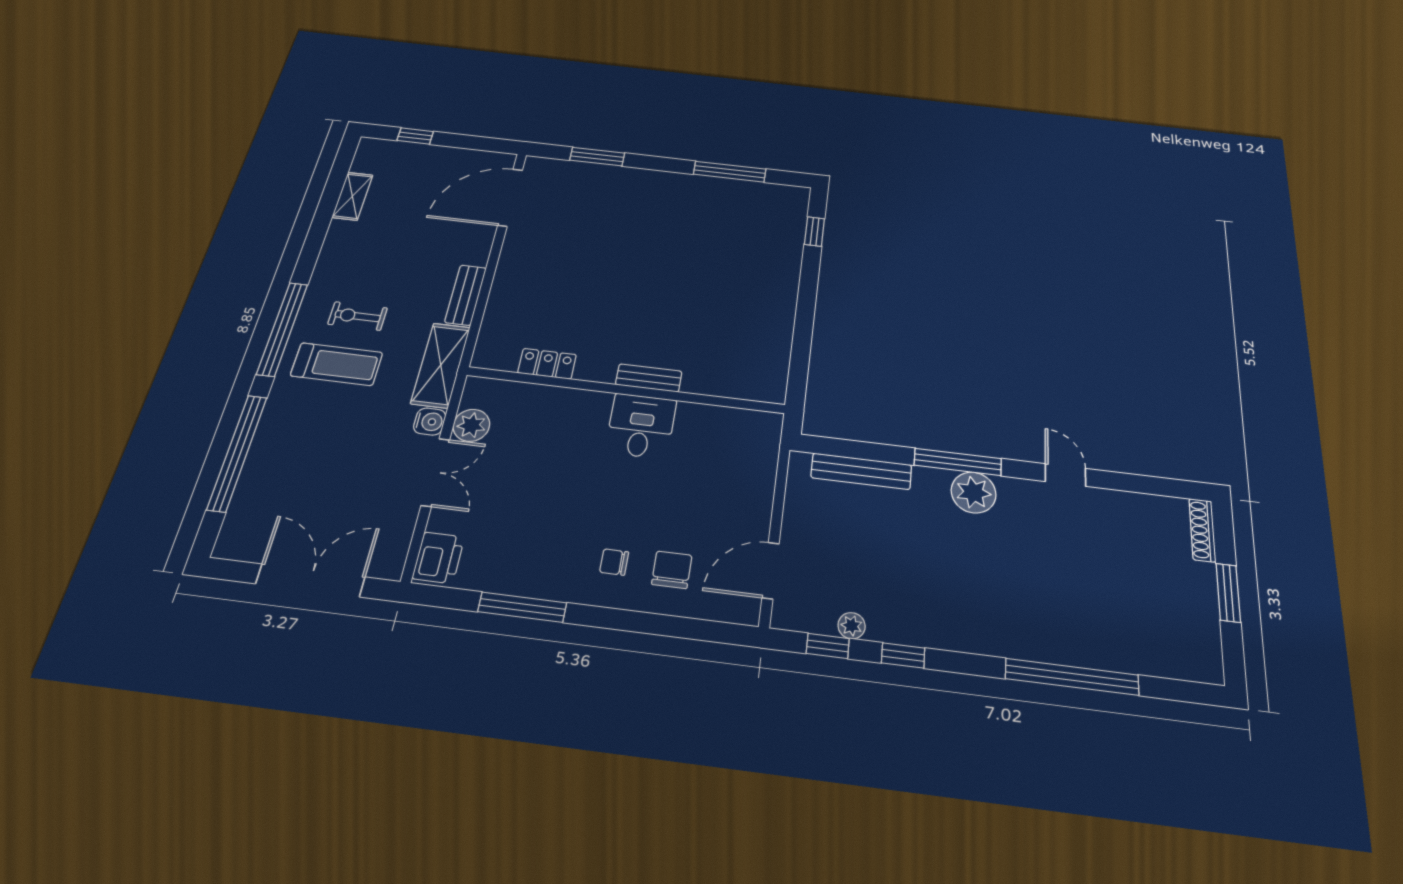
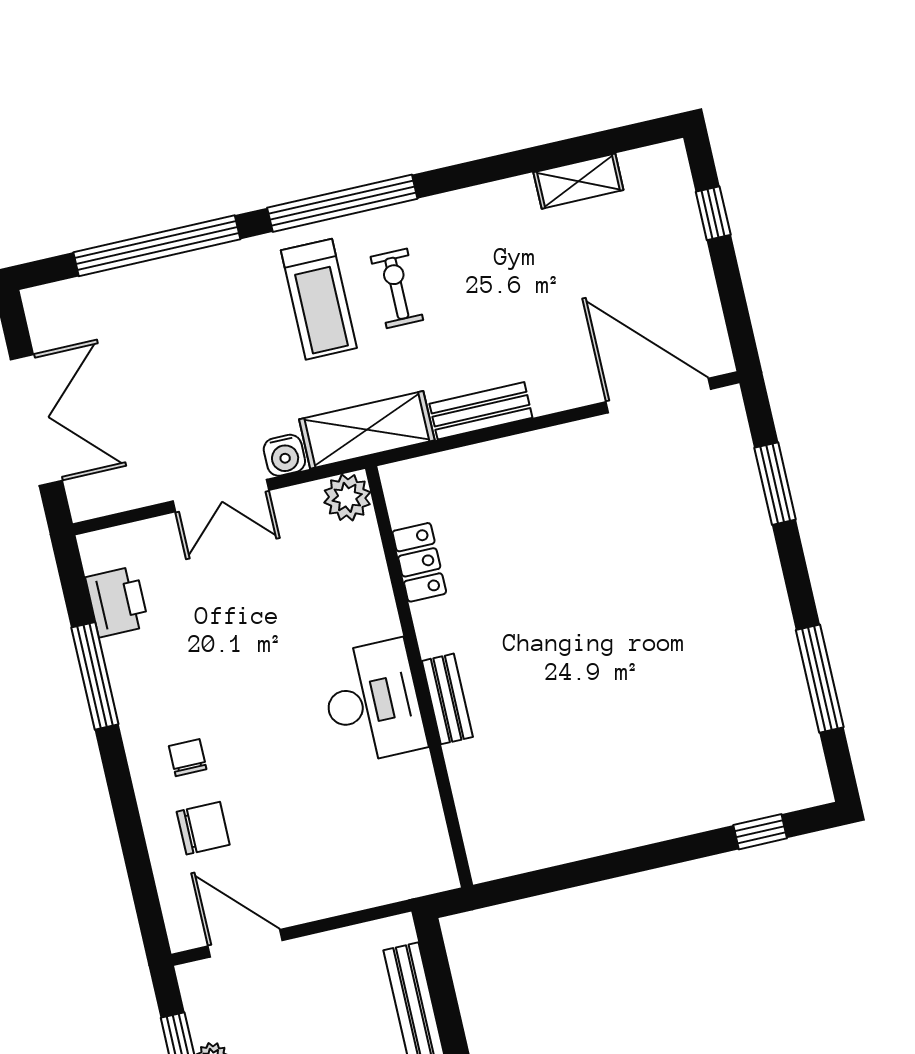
plant: (471, 425) -> (347, 497), moved
desk: (641, 426) -> (373, 702), width x1.37
printer: (438, 558) -> (117, 602), moved, turned -90

